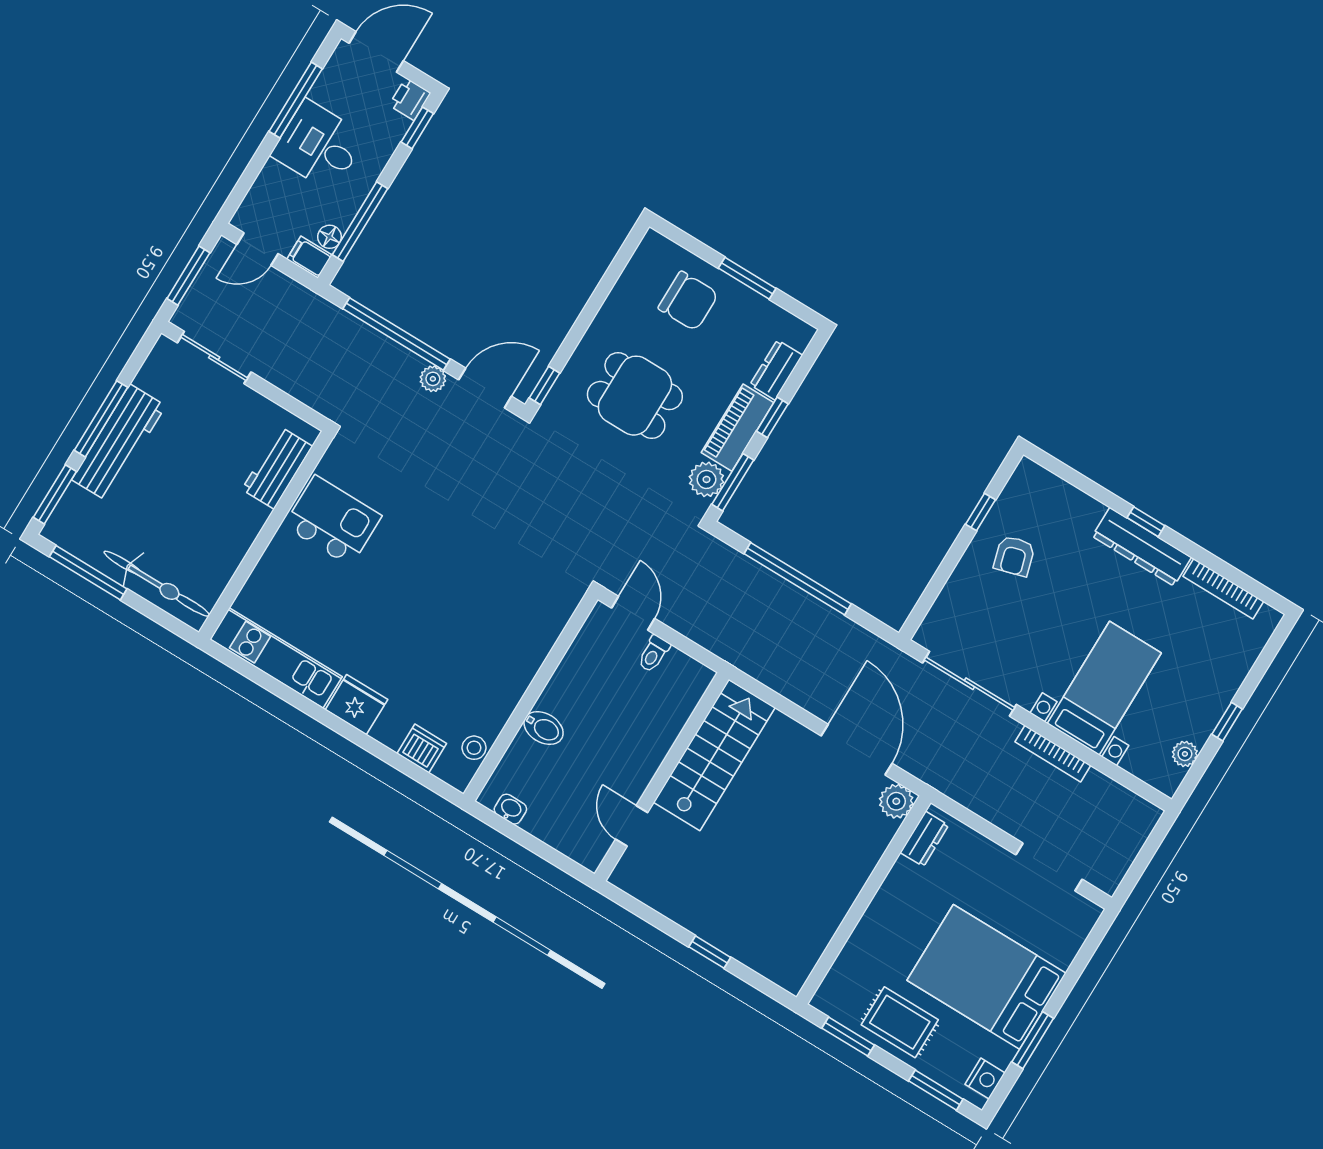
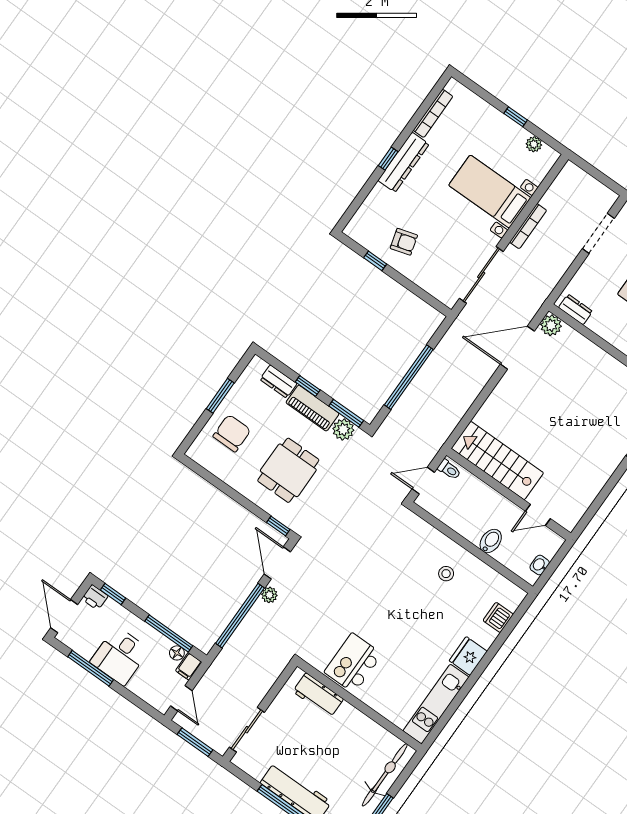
stool: (474, 748) -> (446, 574), moved
stairs: (714, 755) -> (497, 461), moved
wall: (662, 777) -> (509, 494), moved
door: (632, 826) -> (538, 515), moved

